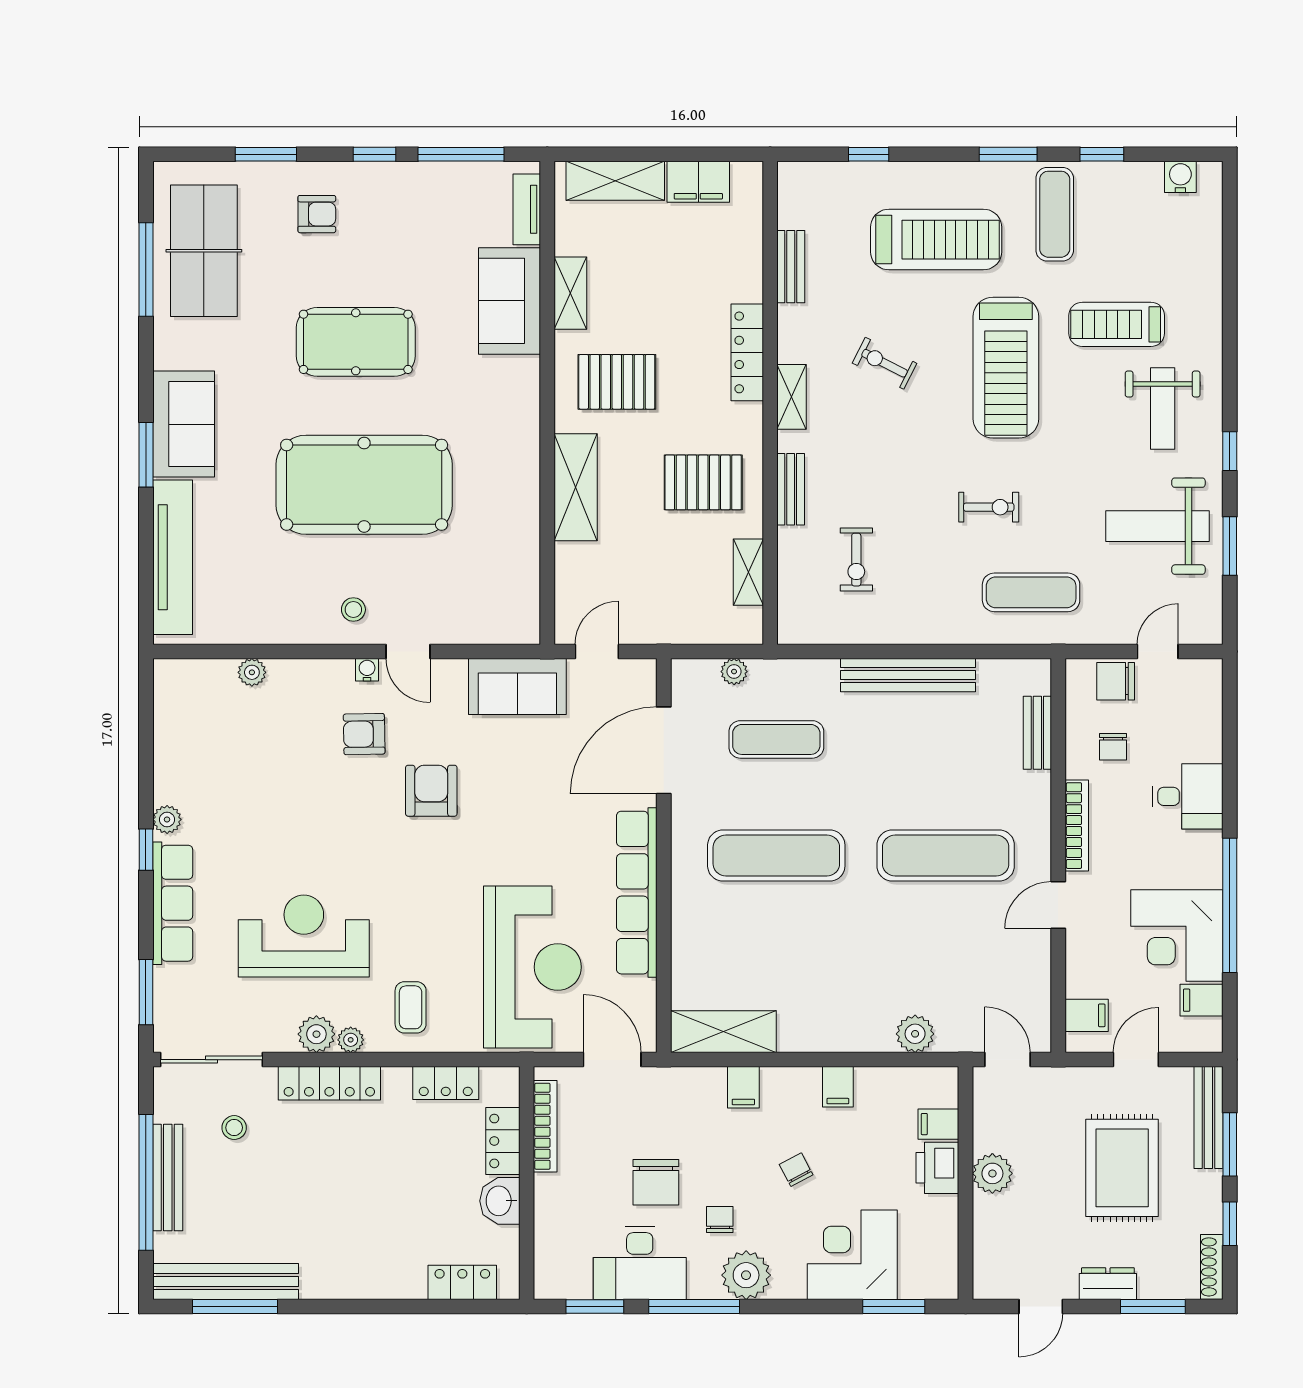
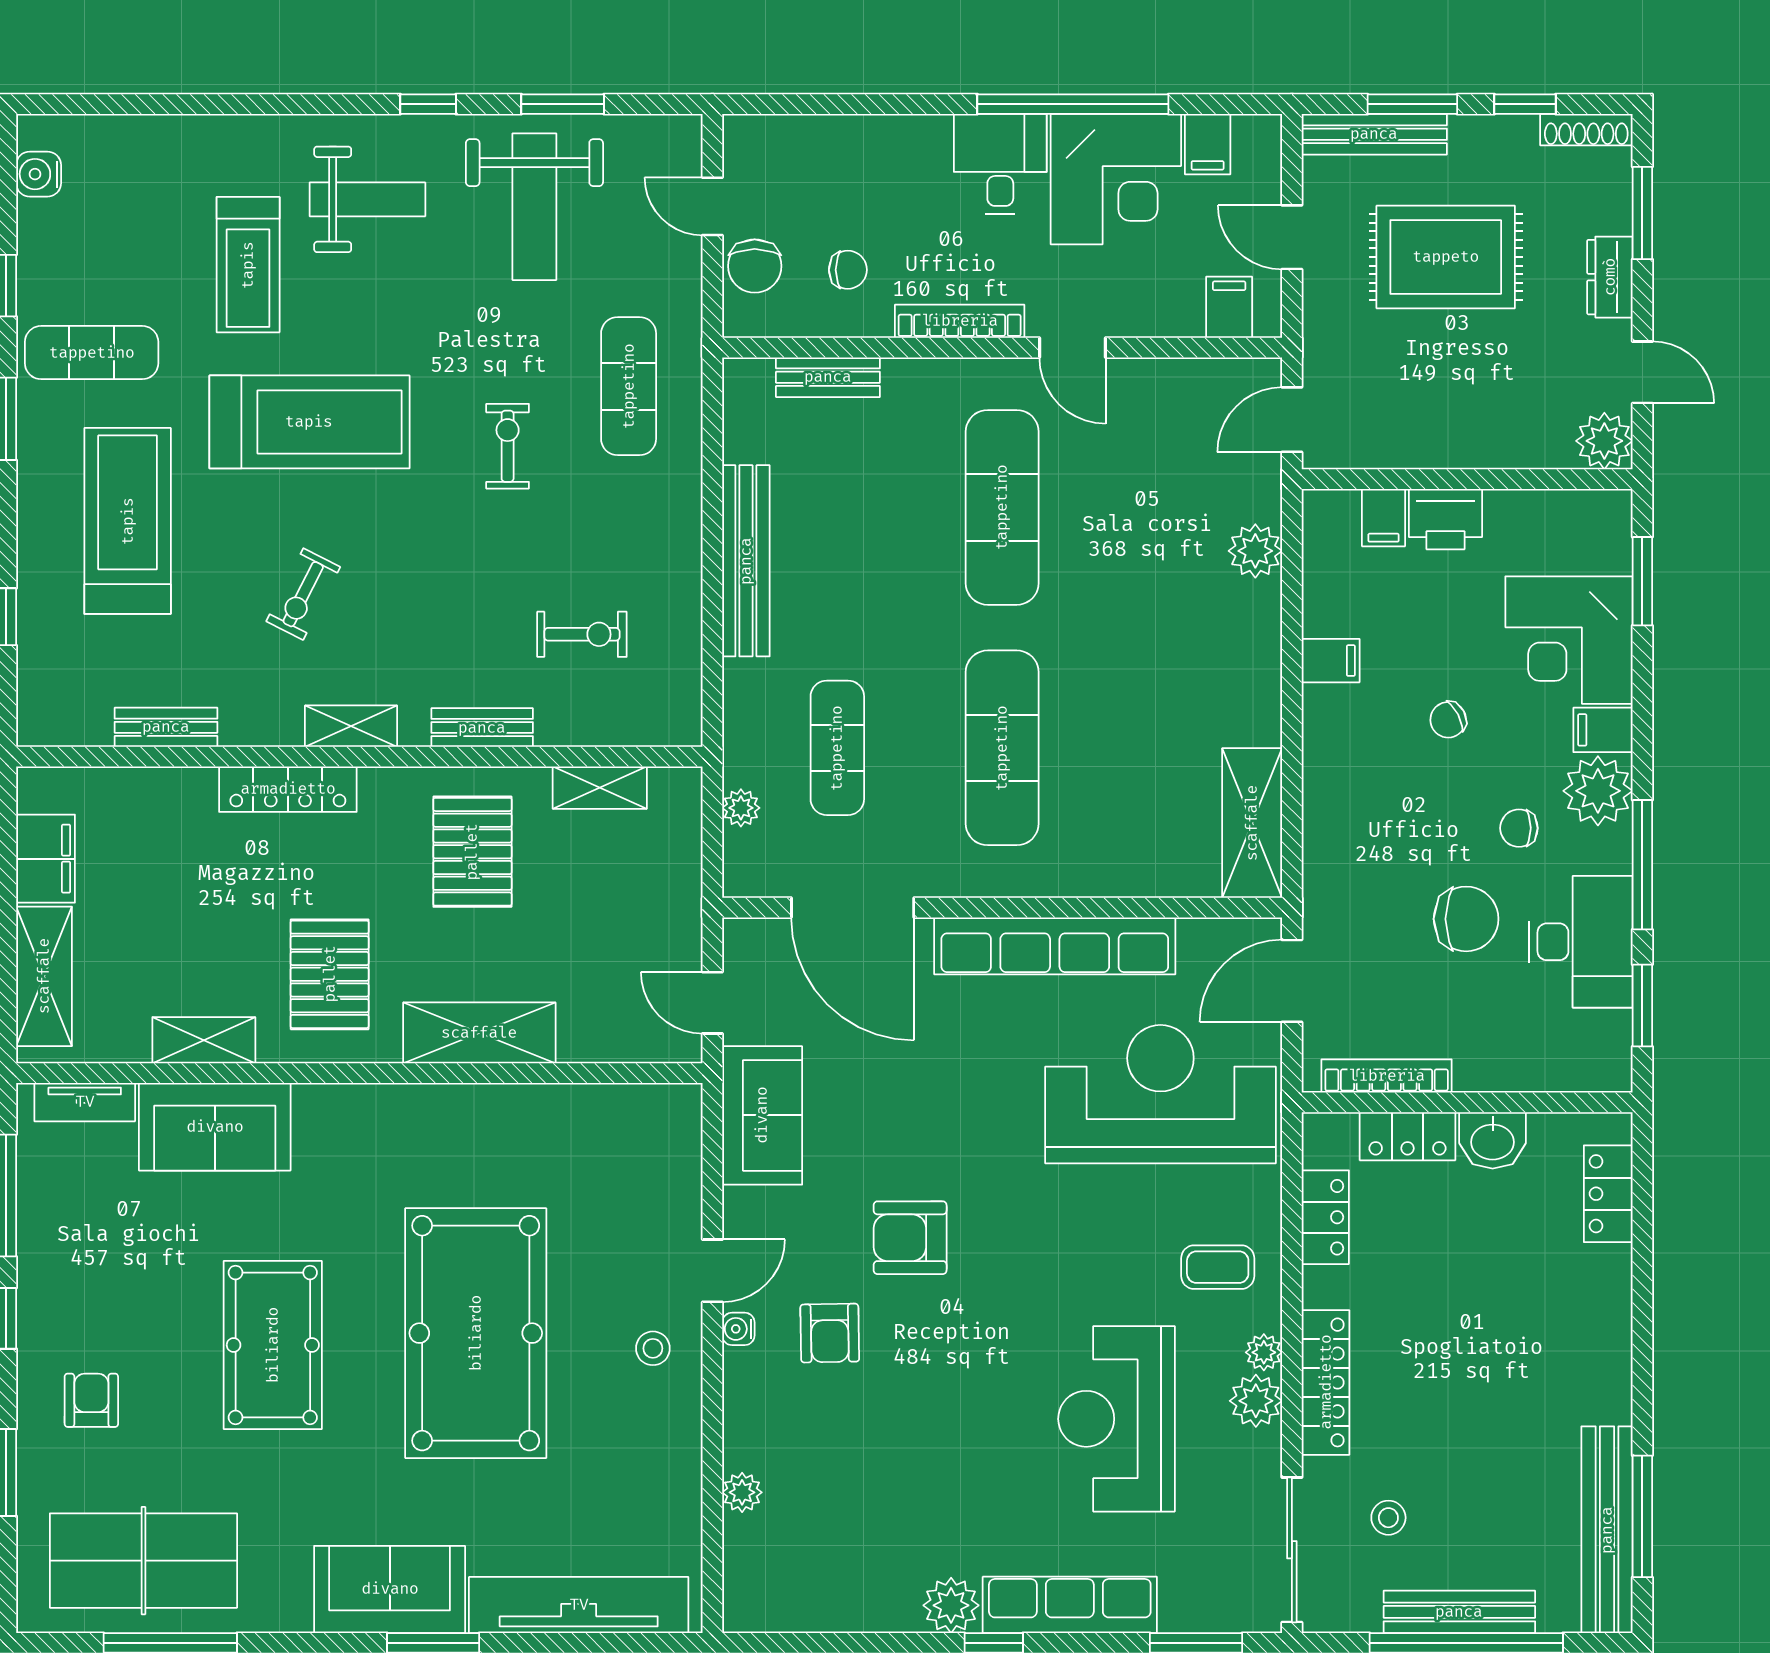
desk: (1188, 796) -> (1000, 164), moved
plant: (167, 819) -> (951, 1605), width x1.38, depth x1.38
filing cabinet: (743, 1087) -> (1603, 730), moved, turned 180
plant: (992, 1173) -> (1604, 441), moved

